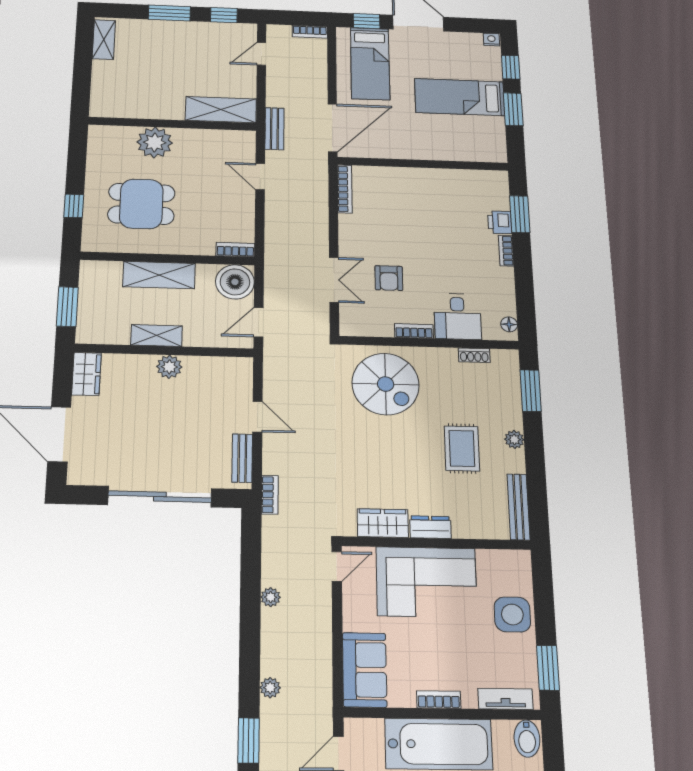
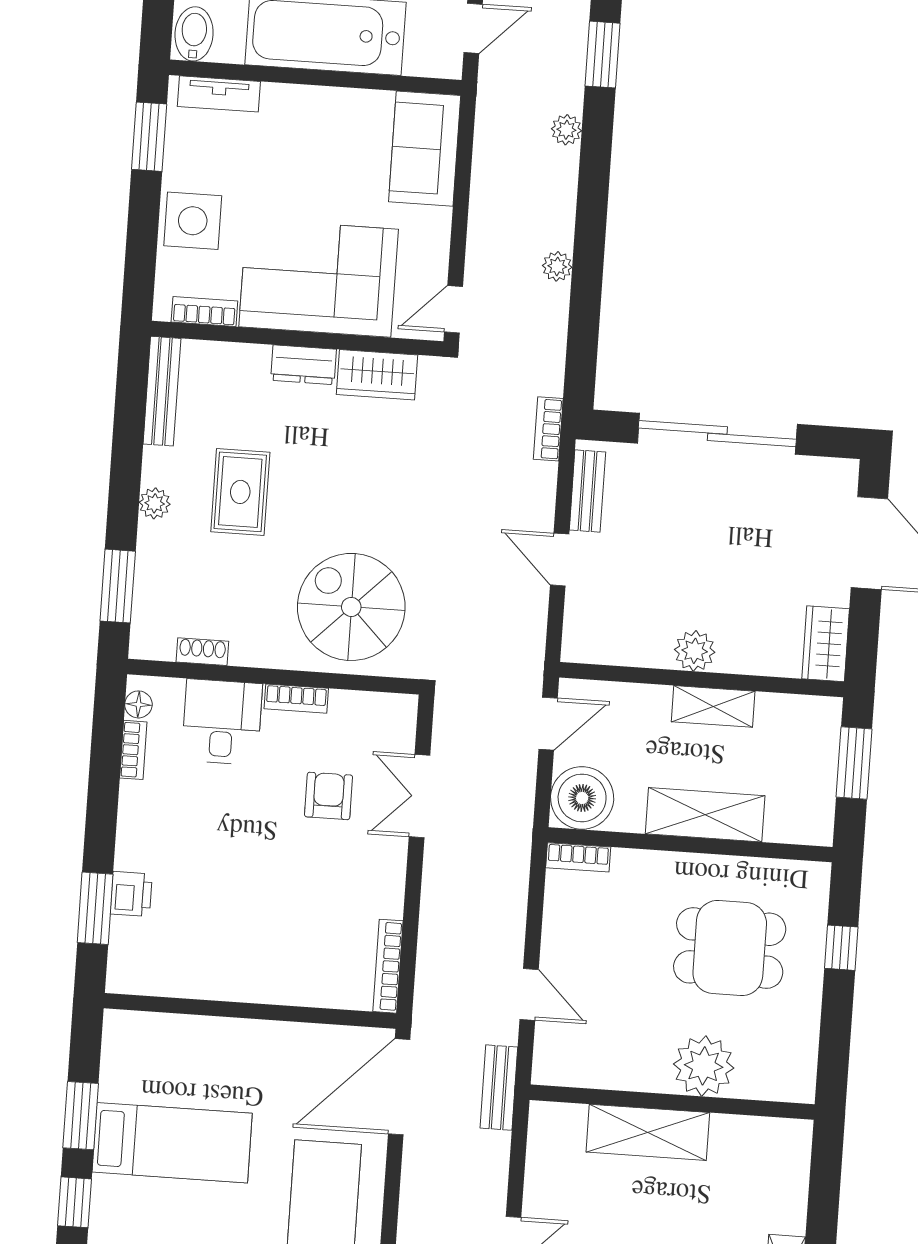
shelving: (221, 110) -> (648, 1132), moved
bookcase: (506, 251) -> (133, 750), moved
bookcase: (439, 700) -> (204, 311), moved, turned 180

